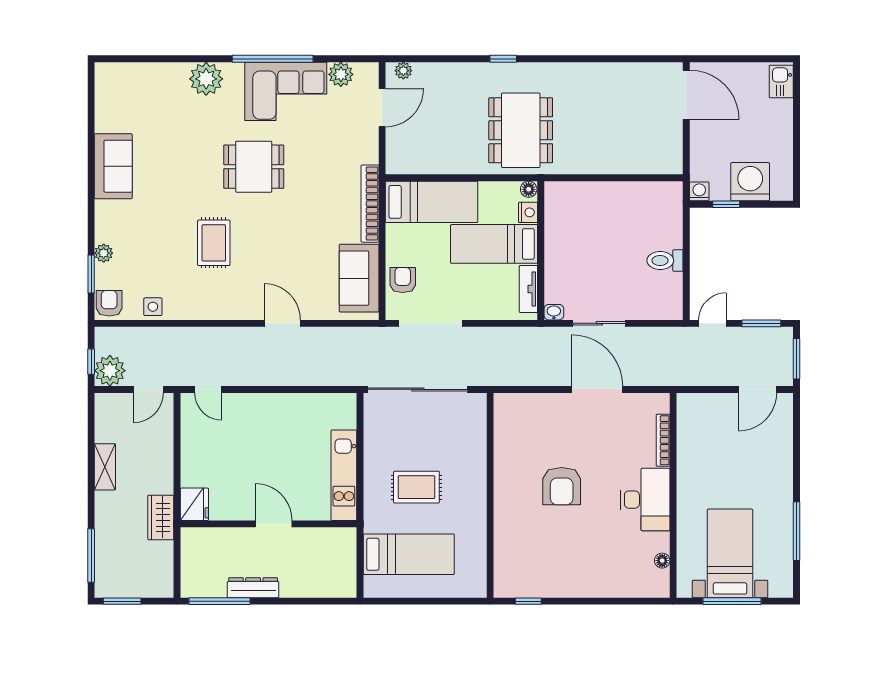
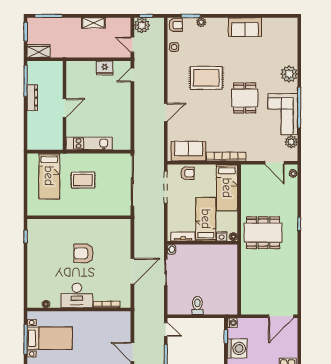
rug: (214, 243) -> (206, 78), width x1.36, depth x1.43
rug: (416, 487) -> (83, 180), turned 90
fridge: (194, 504) -> (105, 68), moved
wardrobe: (161, 517) -> (38, 51), moved

